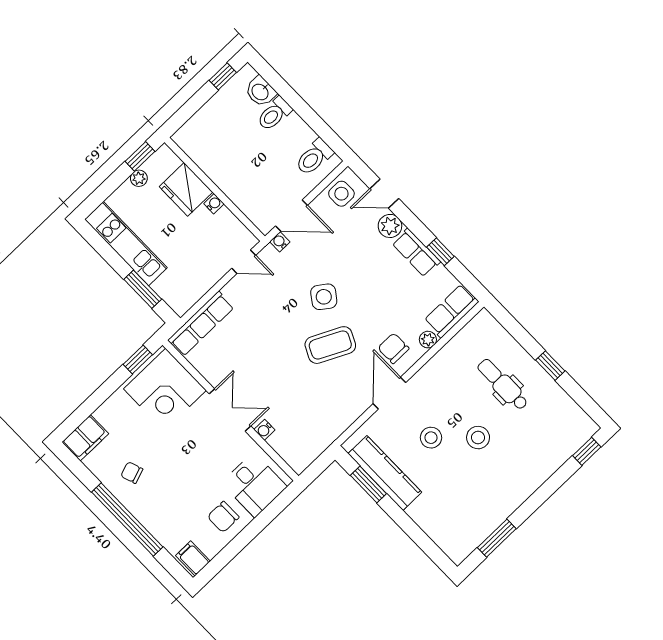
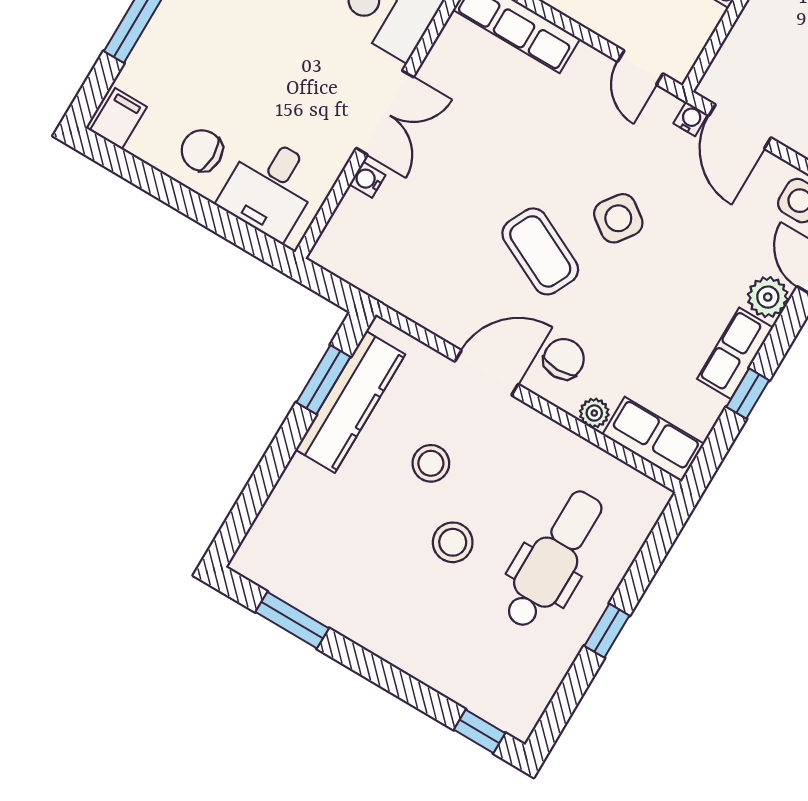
dental chair: (503, 384) -> (553, 559), width x1.36, depth x1.38

